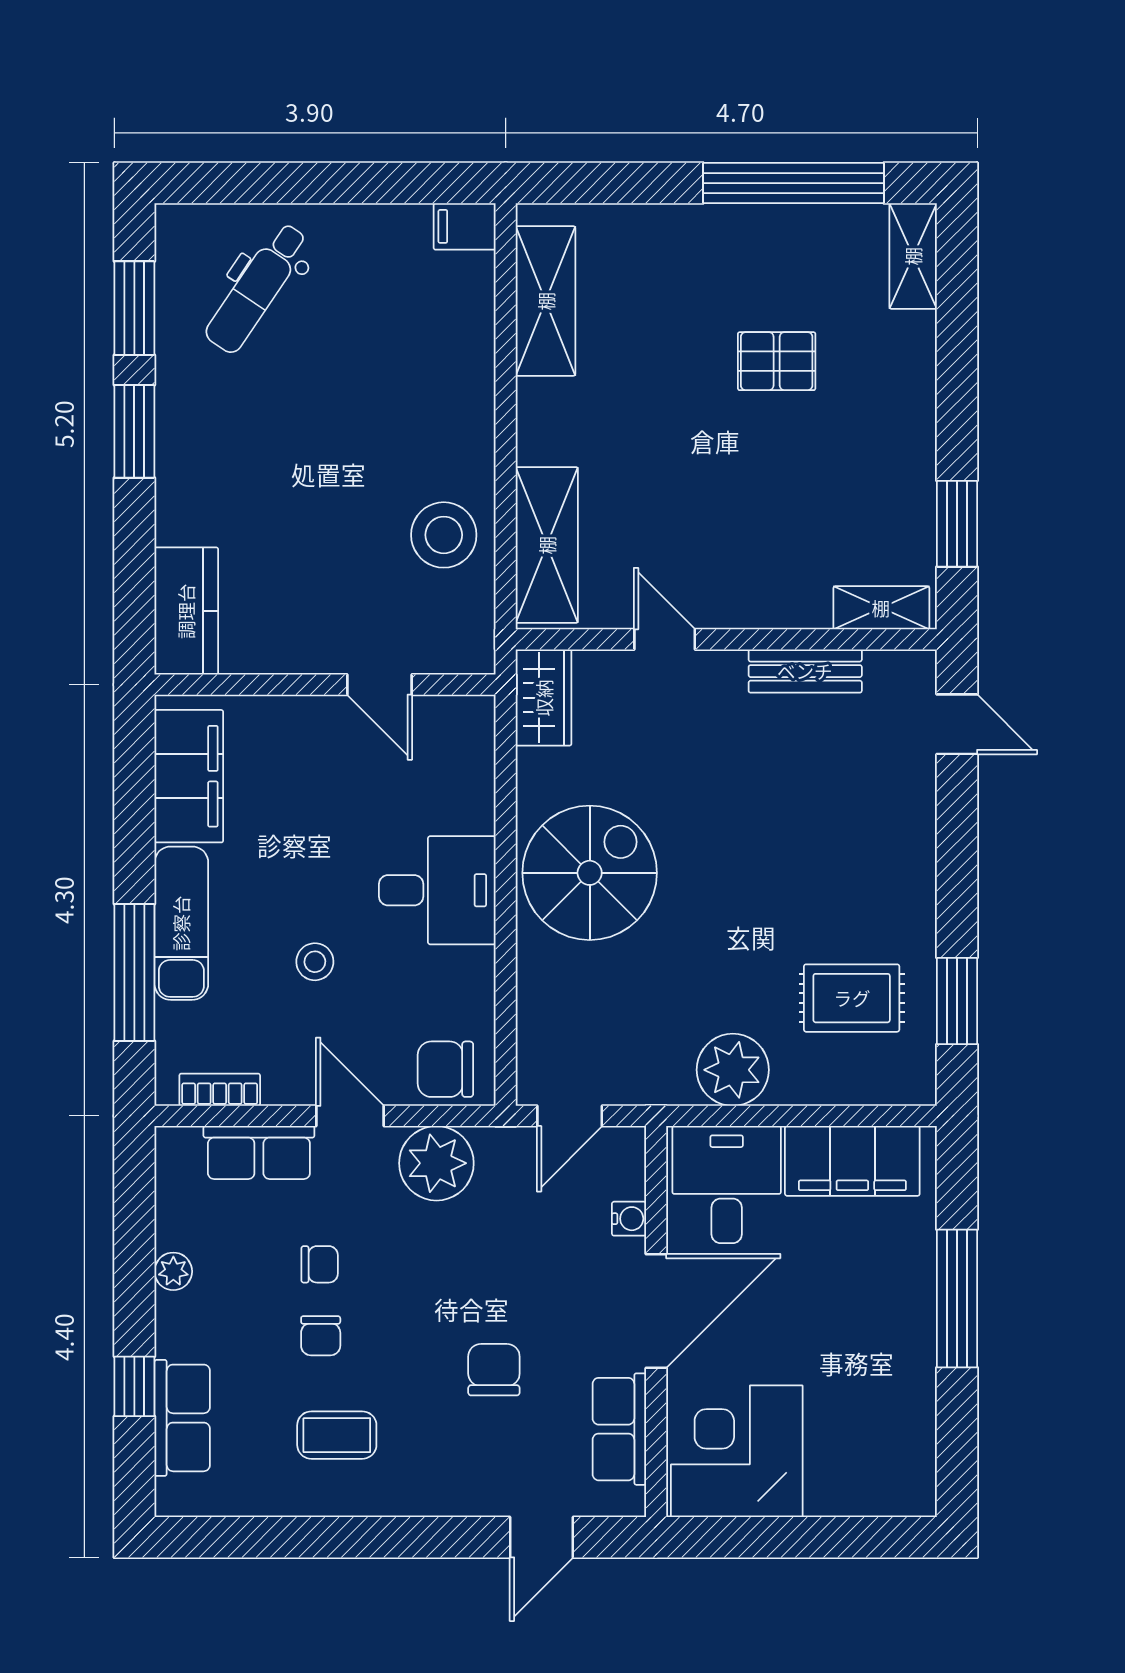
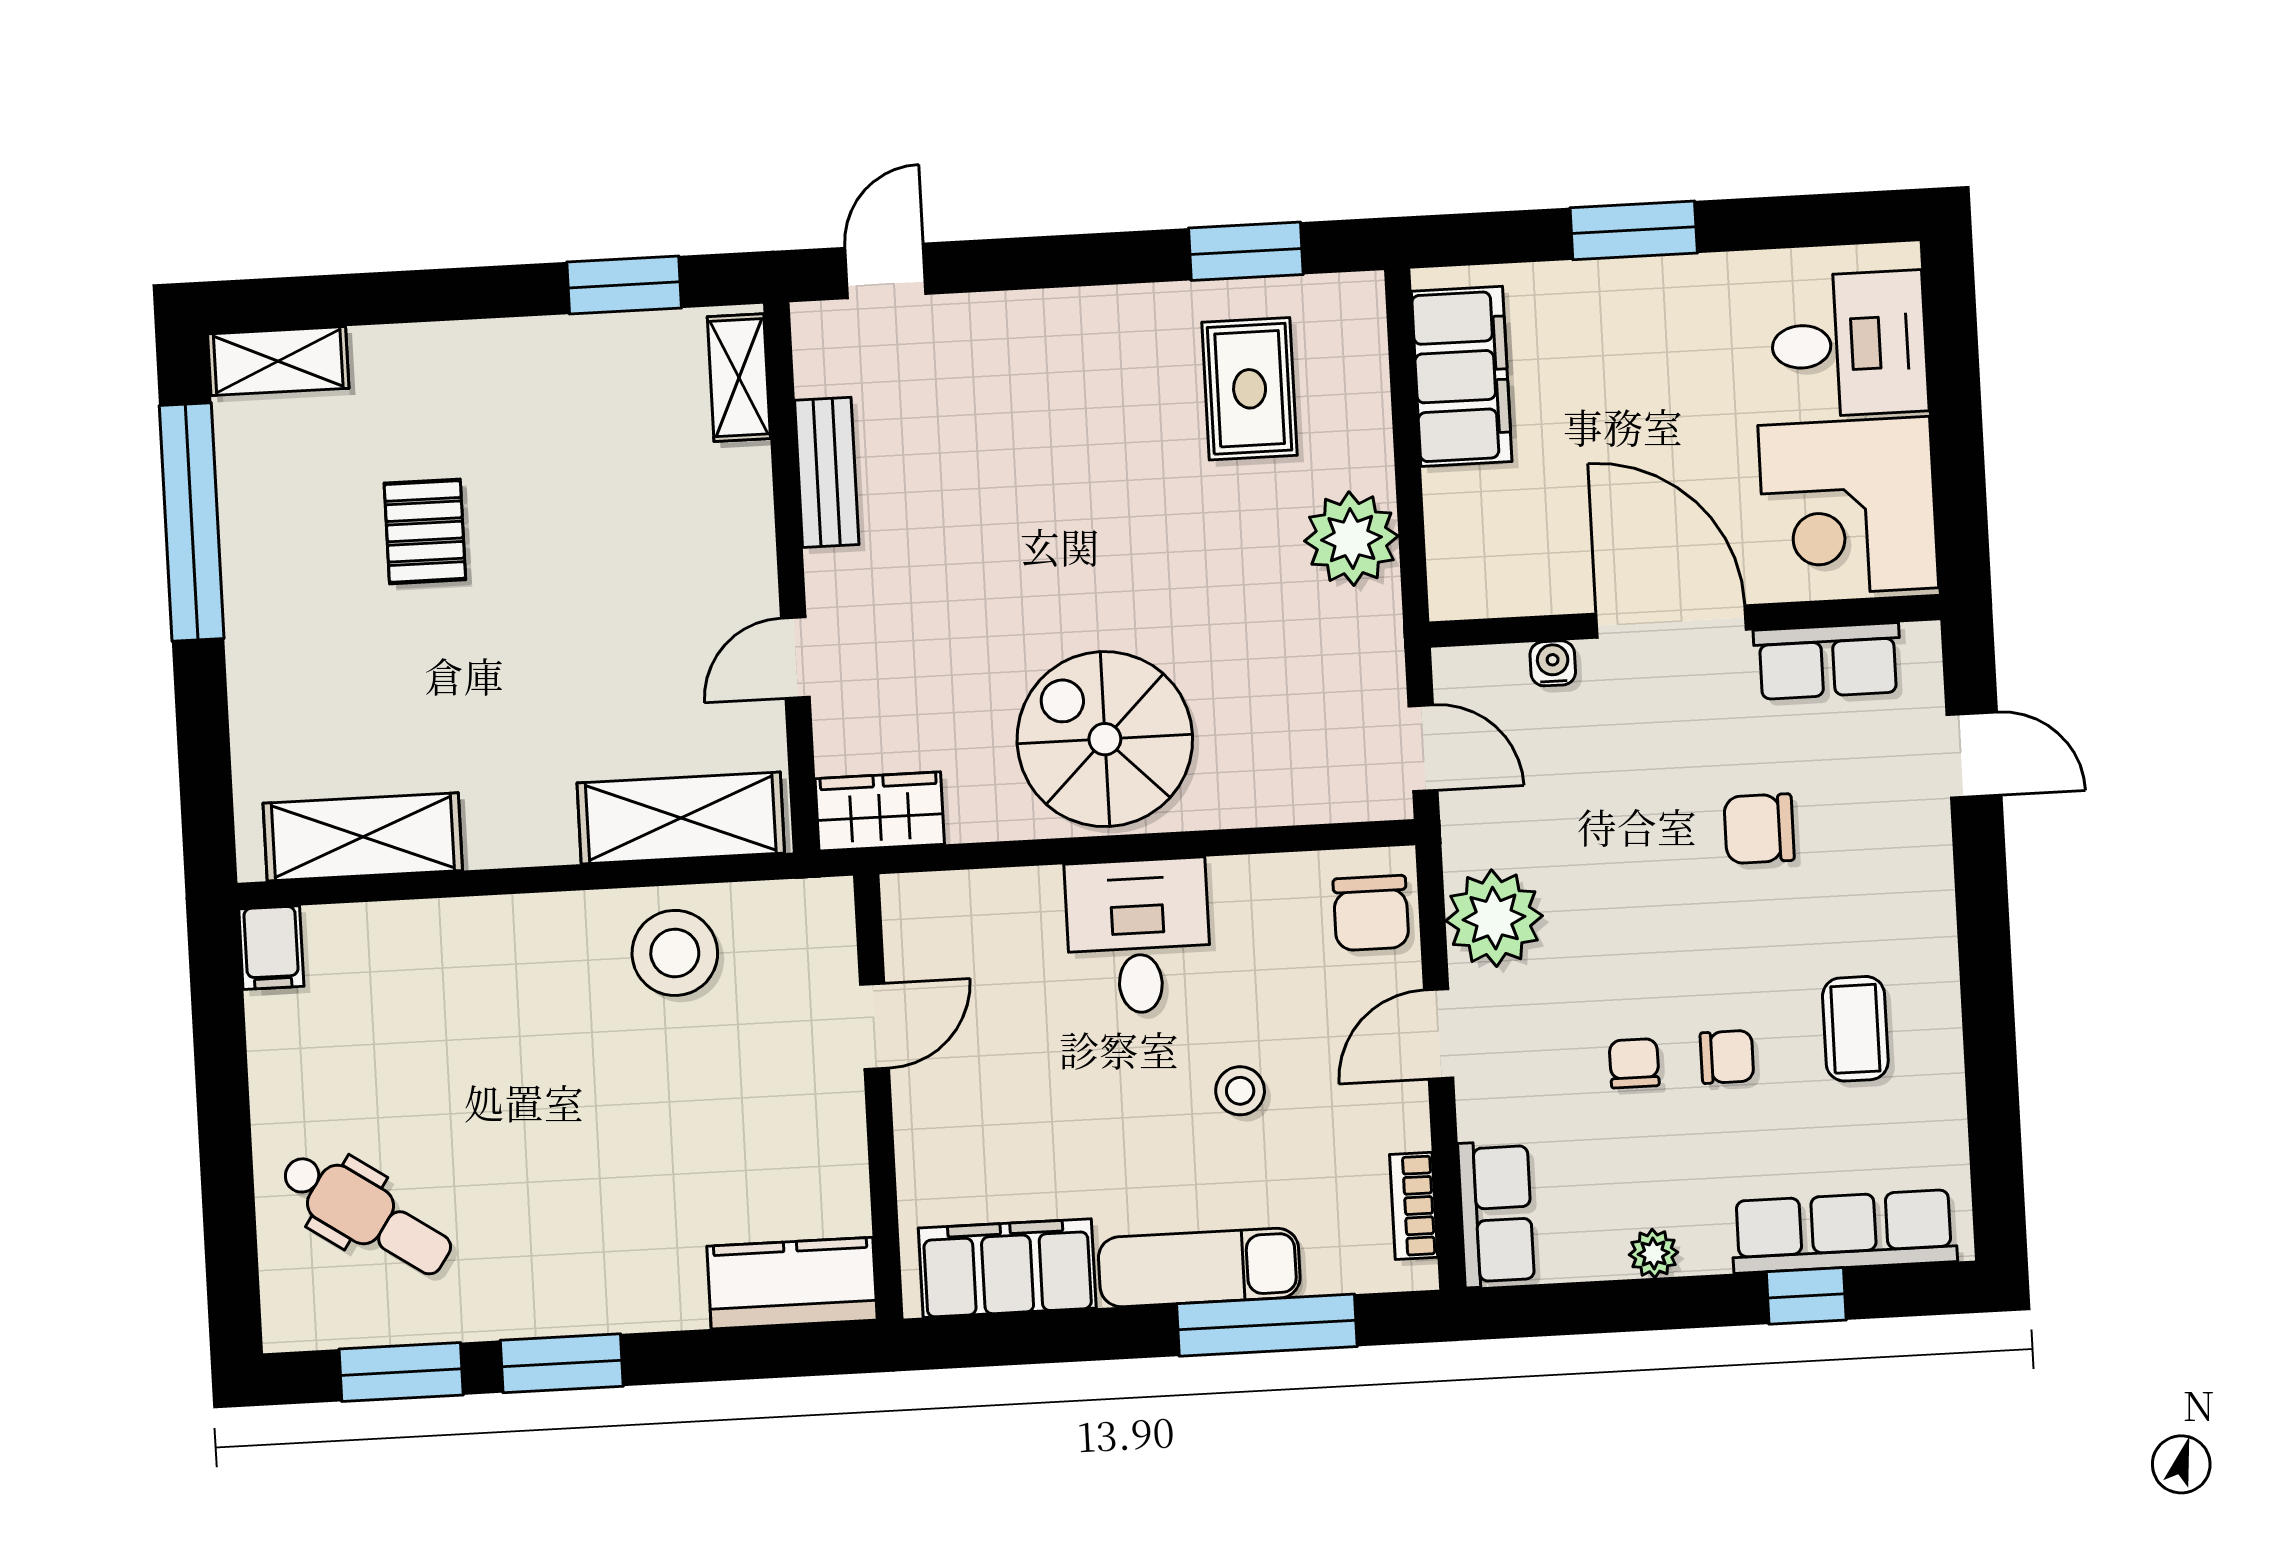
row of seats: (259, 1152) -> (1496, 1214), moved
desk: (727, 1185) -> (1849, 344), moved, turned 180
window: (957, 1299) -> (1634, 230), width x0.69
row of seats: (182, 1418) -> (1844, 1231), width x1.48

